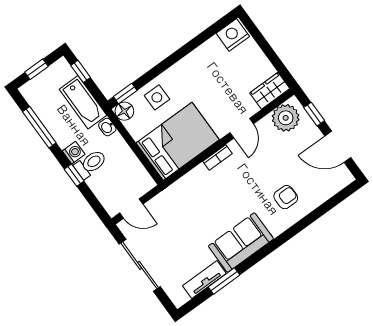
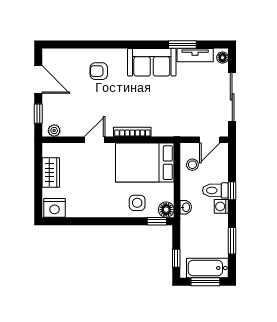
window: (36, 69) -> (205, 282), width x1.50
wardrobe: (270, 91) -> (51, 172), moved, turned -90
bathtub: (83, 102) -> (207, 268), moved, turned -90
plant: (286, 118) -> (54, 131), width x0.53, depth x0.53
window: (39, 127) -> (232, 241), width x0.69
bookcase: (217, 157) -> (132, 132), width x1.56
stool: (130, 173) -> (192, 165), added
door: (131, 209) -> (210, 140), swing flipped
floor lamp: (176, 296) -> (223, 58), added

